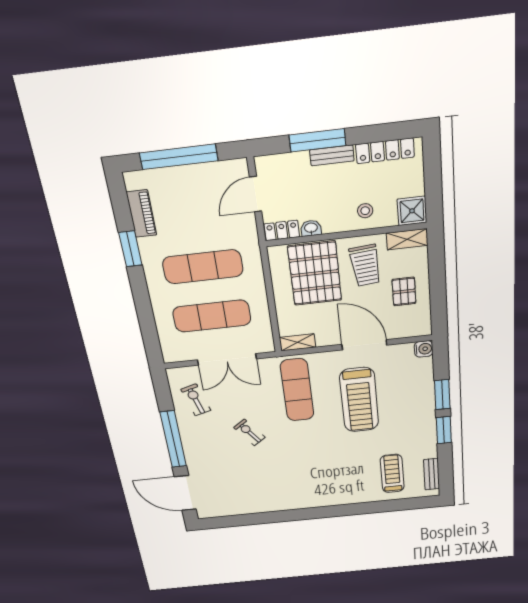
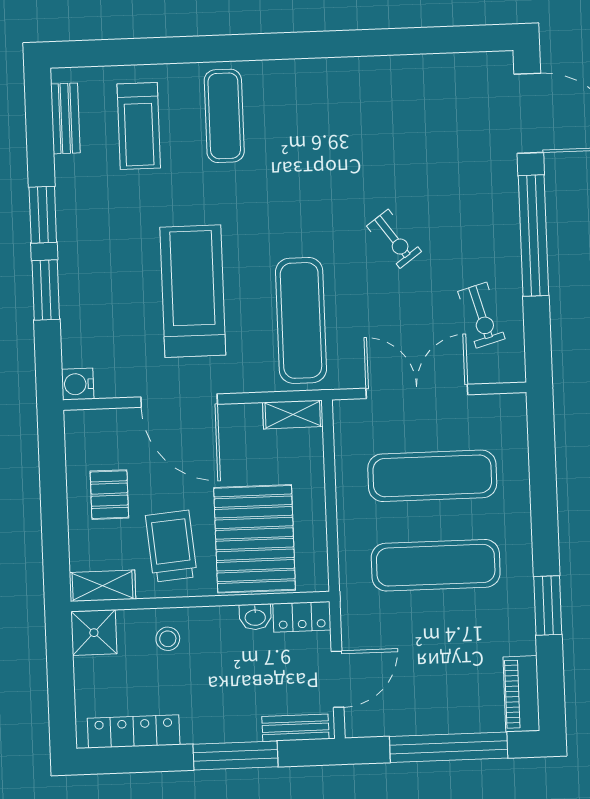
bench: (332, 155) -> (295, 728), moved
piano: (142, 214) -> (521, 694), moved
exercise mat: (347, 481) -> (224, 116), added

